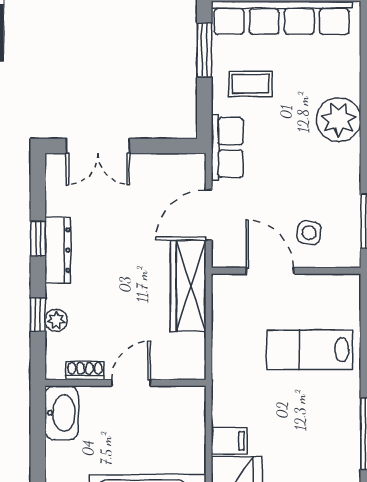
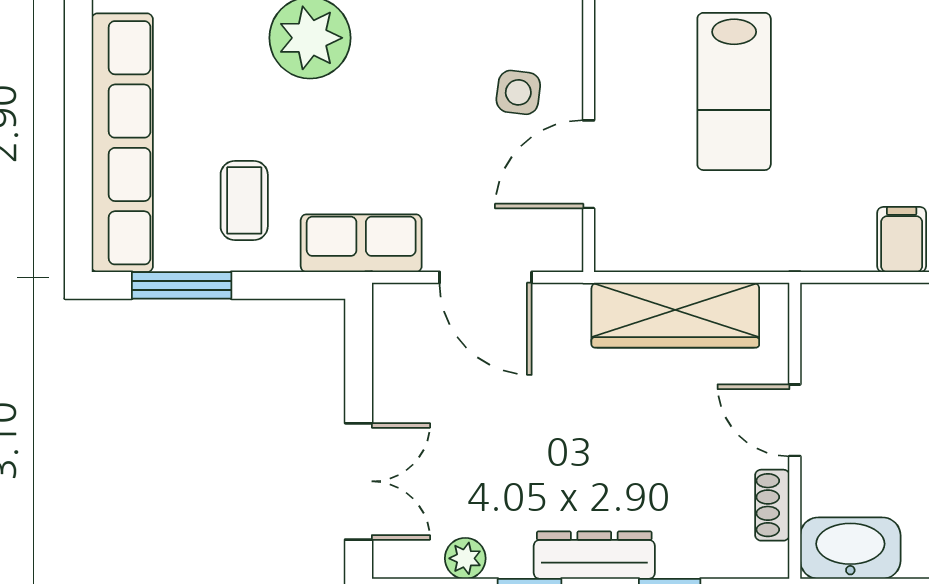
dresser: (58, 250) -> (594, 555), moved
wardrobe: (188, 286) -> (675, 315), moved
plant: (56, 320) -> (465, 558), moved

